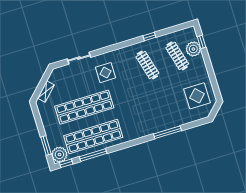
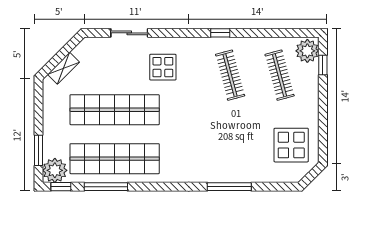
window: (149, 37) -> (220, 33), moved
plant: (193, 49) -> (307, 51), moved

